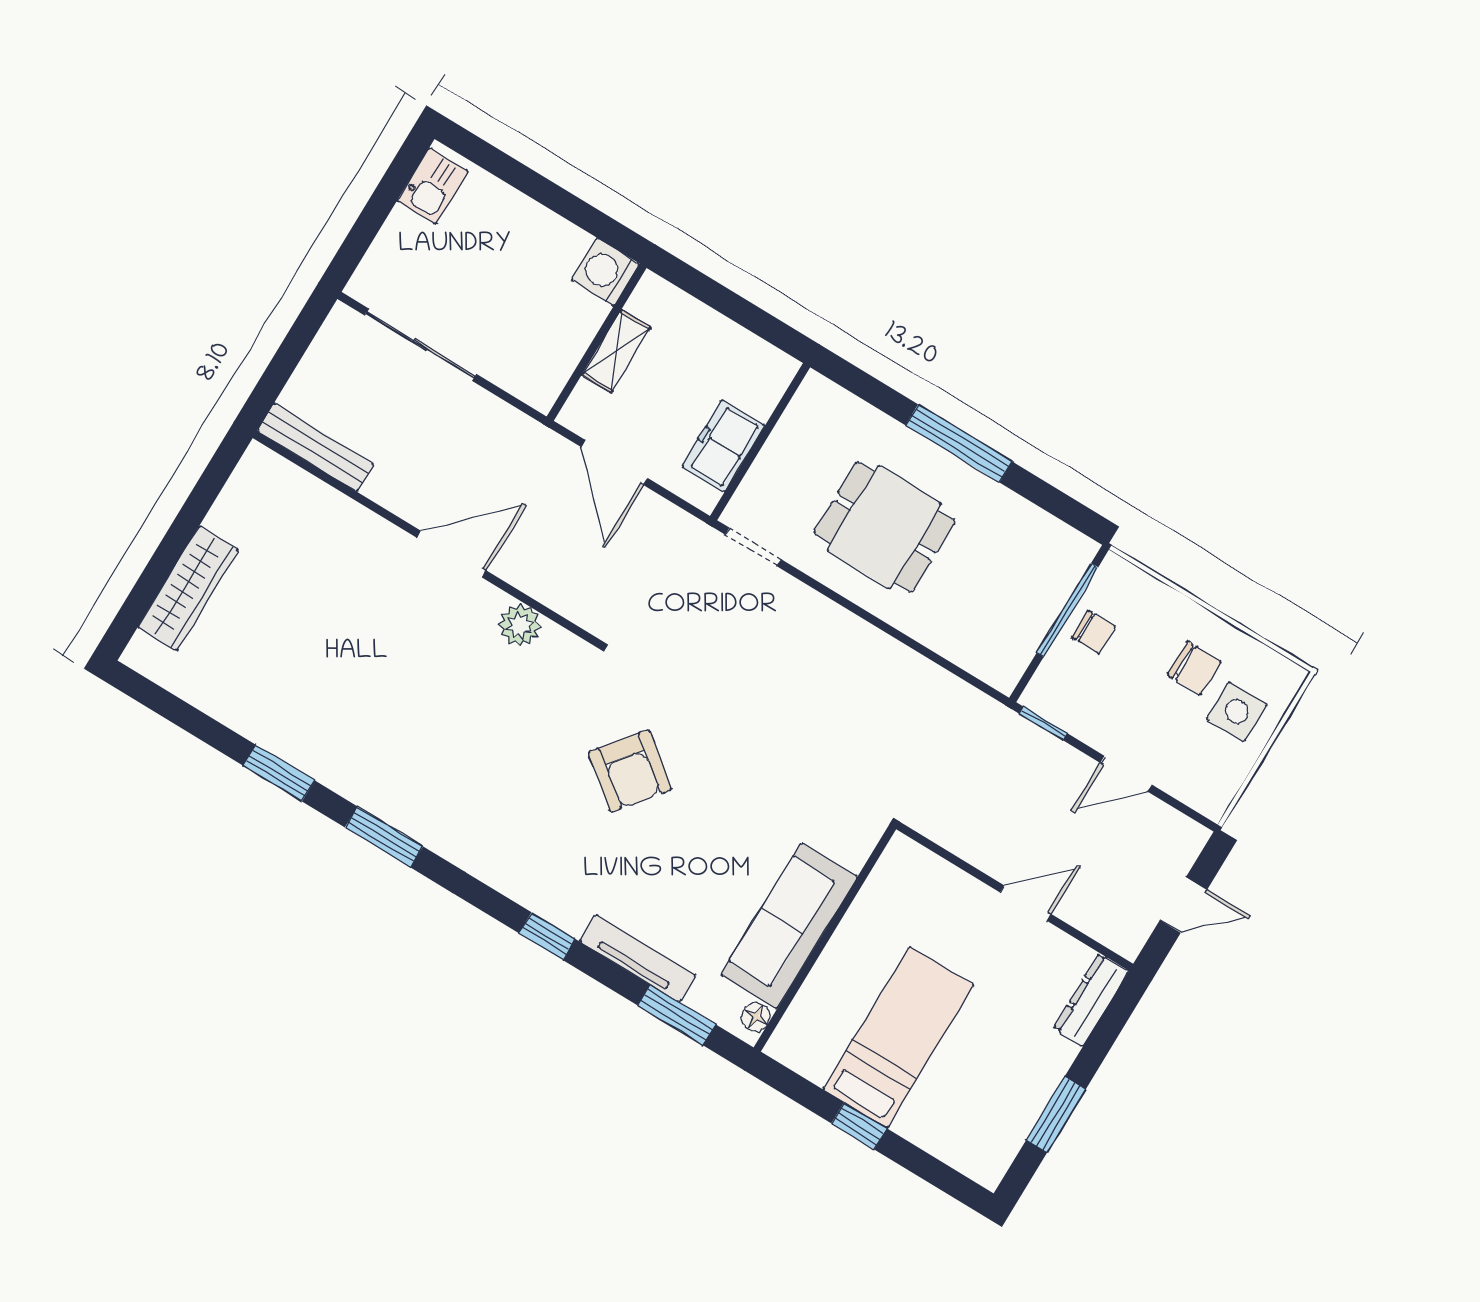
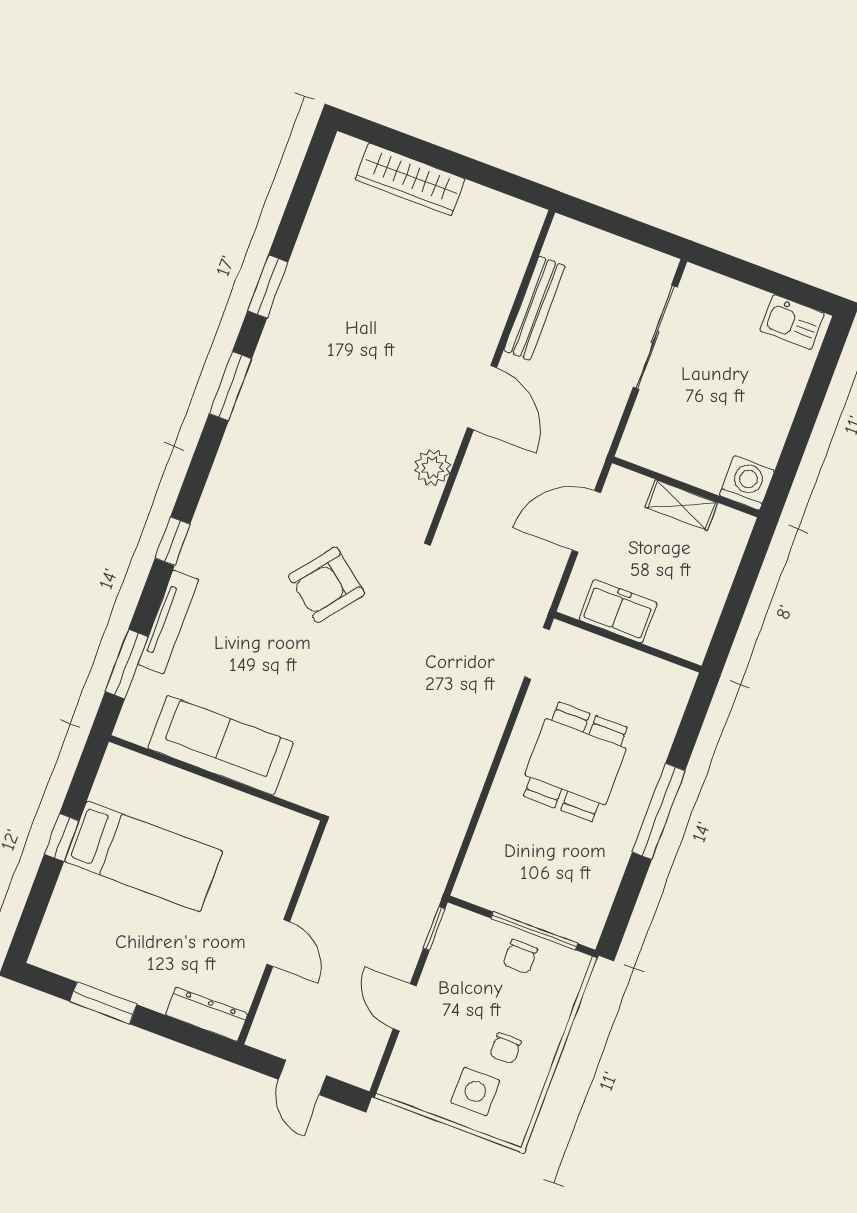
bench: (315, 447) -> (534, 308), moved
chair: (1194, 668) -> (505, 1048), width x0.73, depth x0.73
floor lamp: (756, 1017) -> (138, 732), removed

